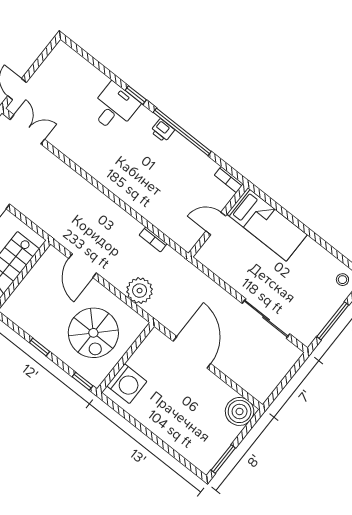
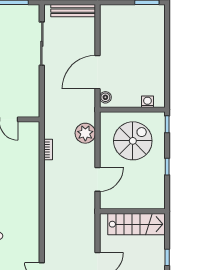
bench: (274, 377) -> (73, 11), added
washing machine: (127, 384) -> (147, 102), width x0.53, depth x0.53
boiler: (240, 411) -> (105, 97), moved, width x0.54, depth x0.54

